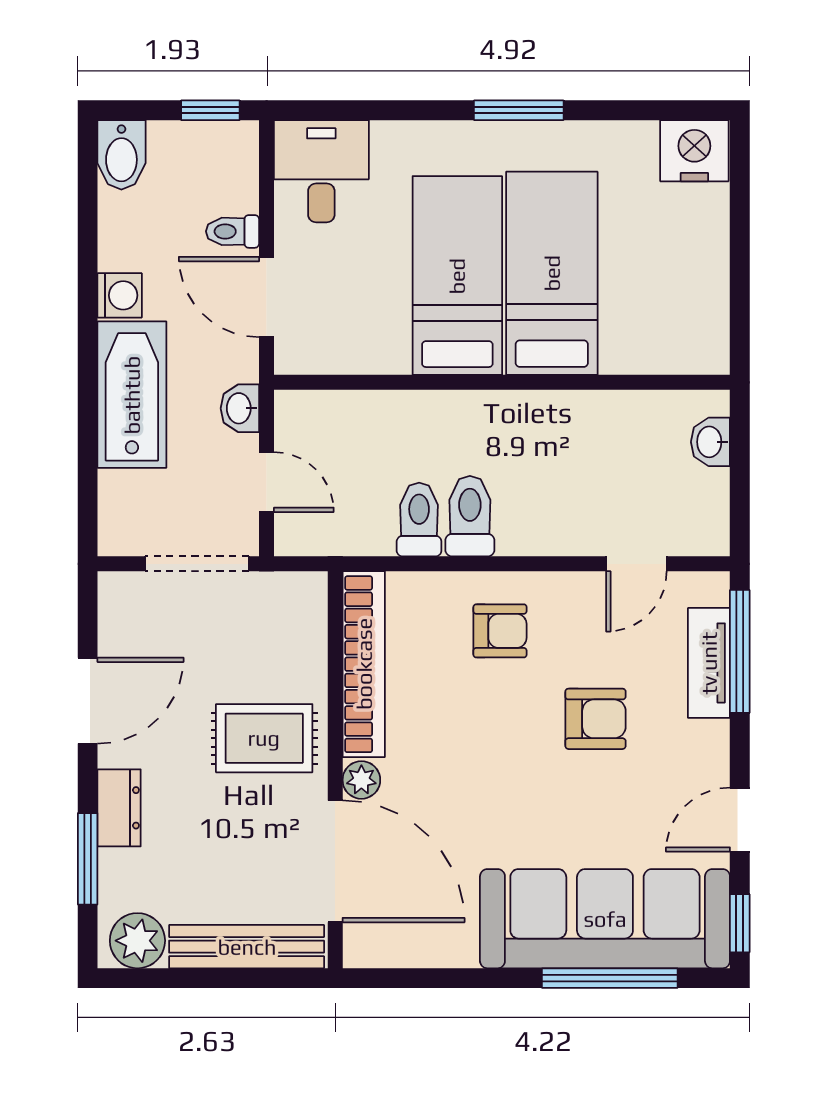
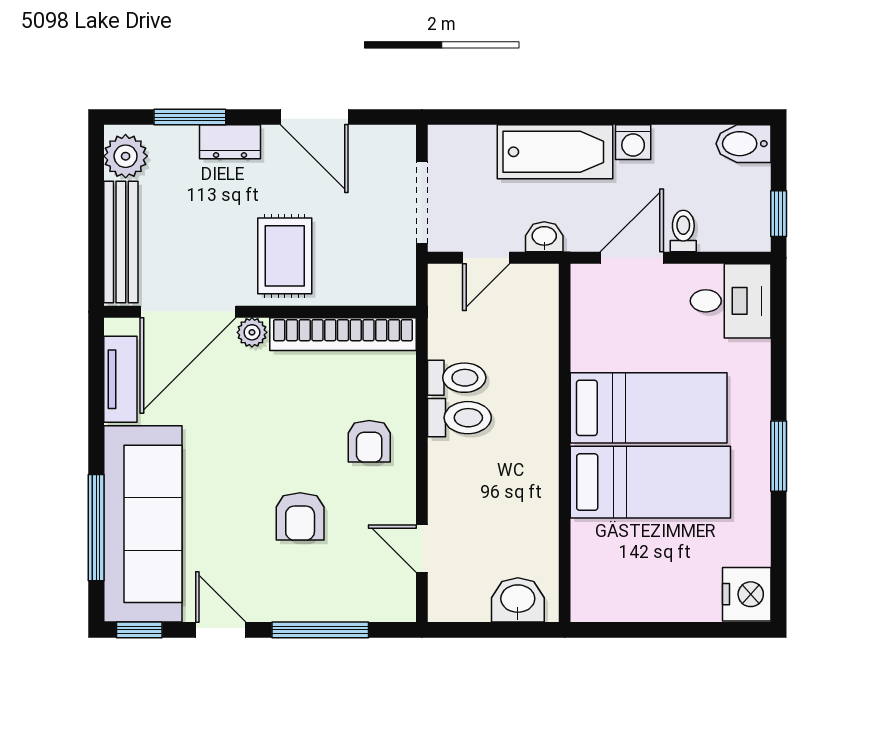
washbasin: (710, 442) -> (518, 600), width x1.38, depth x1.45
window: (740, 651) -> (320, 630), moved
tv unit: (709, 663) -> (120, 379), moved, turned 90

